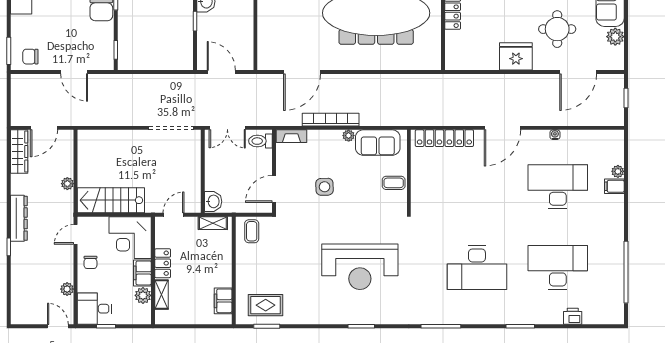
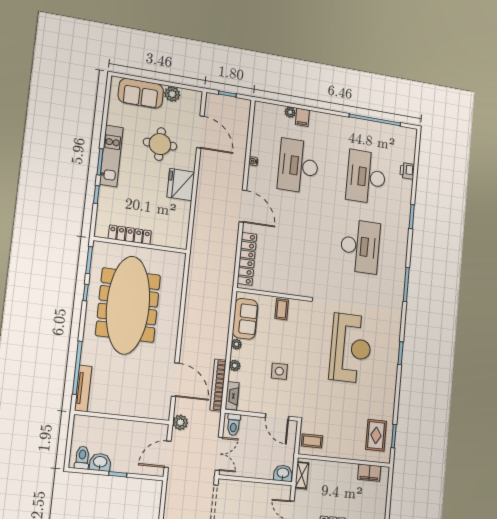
plant: (257, 82) -> (180, 422), added
bookcase: (331, 120) -> (218, 385), moved
plant: (325, 136) -> (235, 365), added

